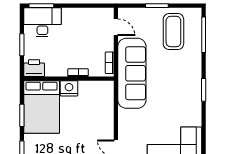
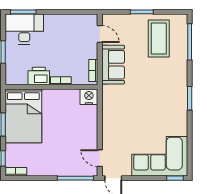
printer: (34, 68) -> (39, 76), moved
sofa: (132, 73) -> (113, 65), width x0.54, depth x0.79
nightstand: (69, 88) -> (89, 97), moved

